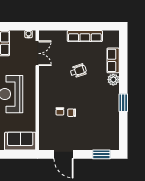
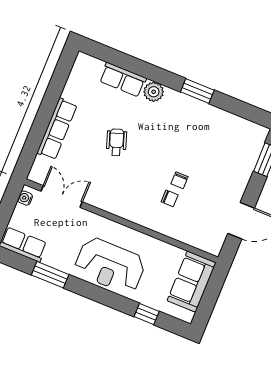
row of seats: (85, 36) -> (57, 129), moved

